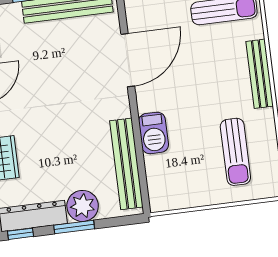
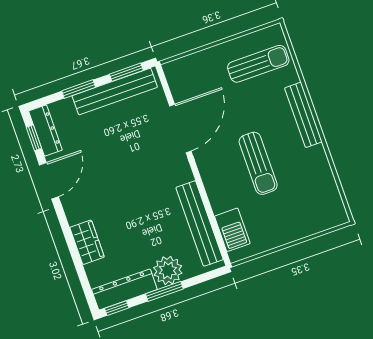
barbecue: (154, 133) -> (232, 230), moved
sun lounger: (235, 152) -> (258, 163), moved

